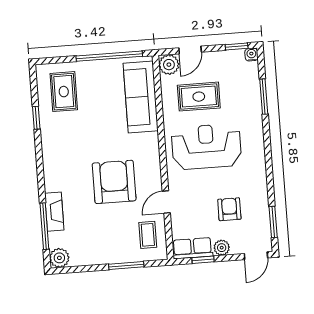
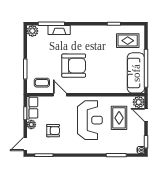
sofa: (141, 97) -> (136, 73), moved, turned -90
door: (256, 256) -> (25, 144), hinge flipped

